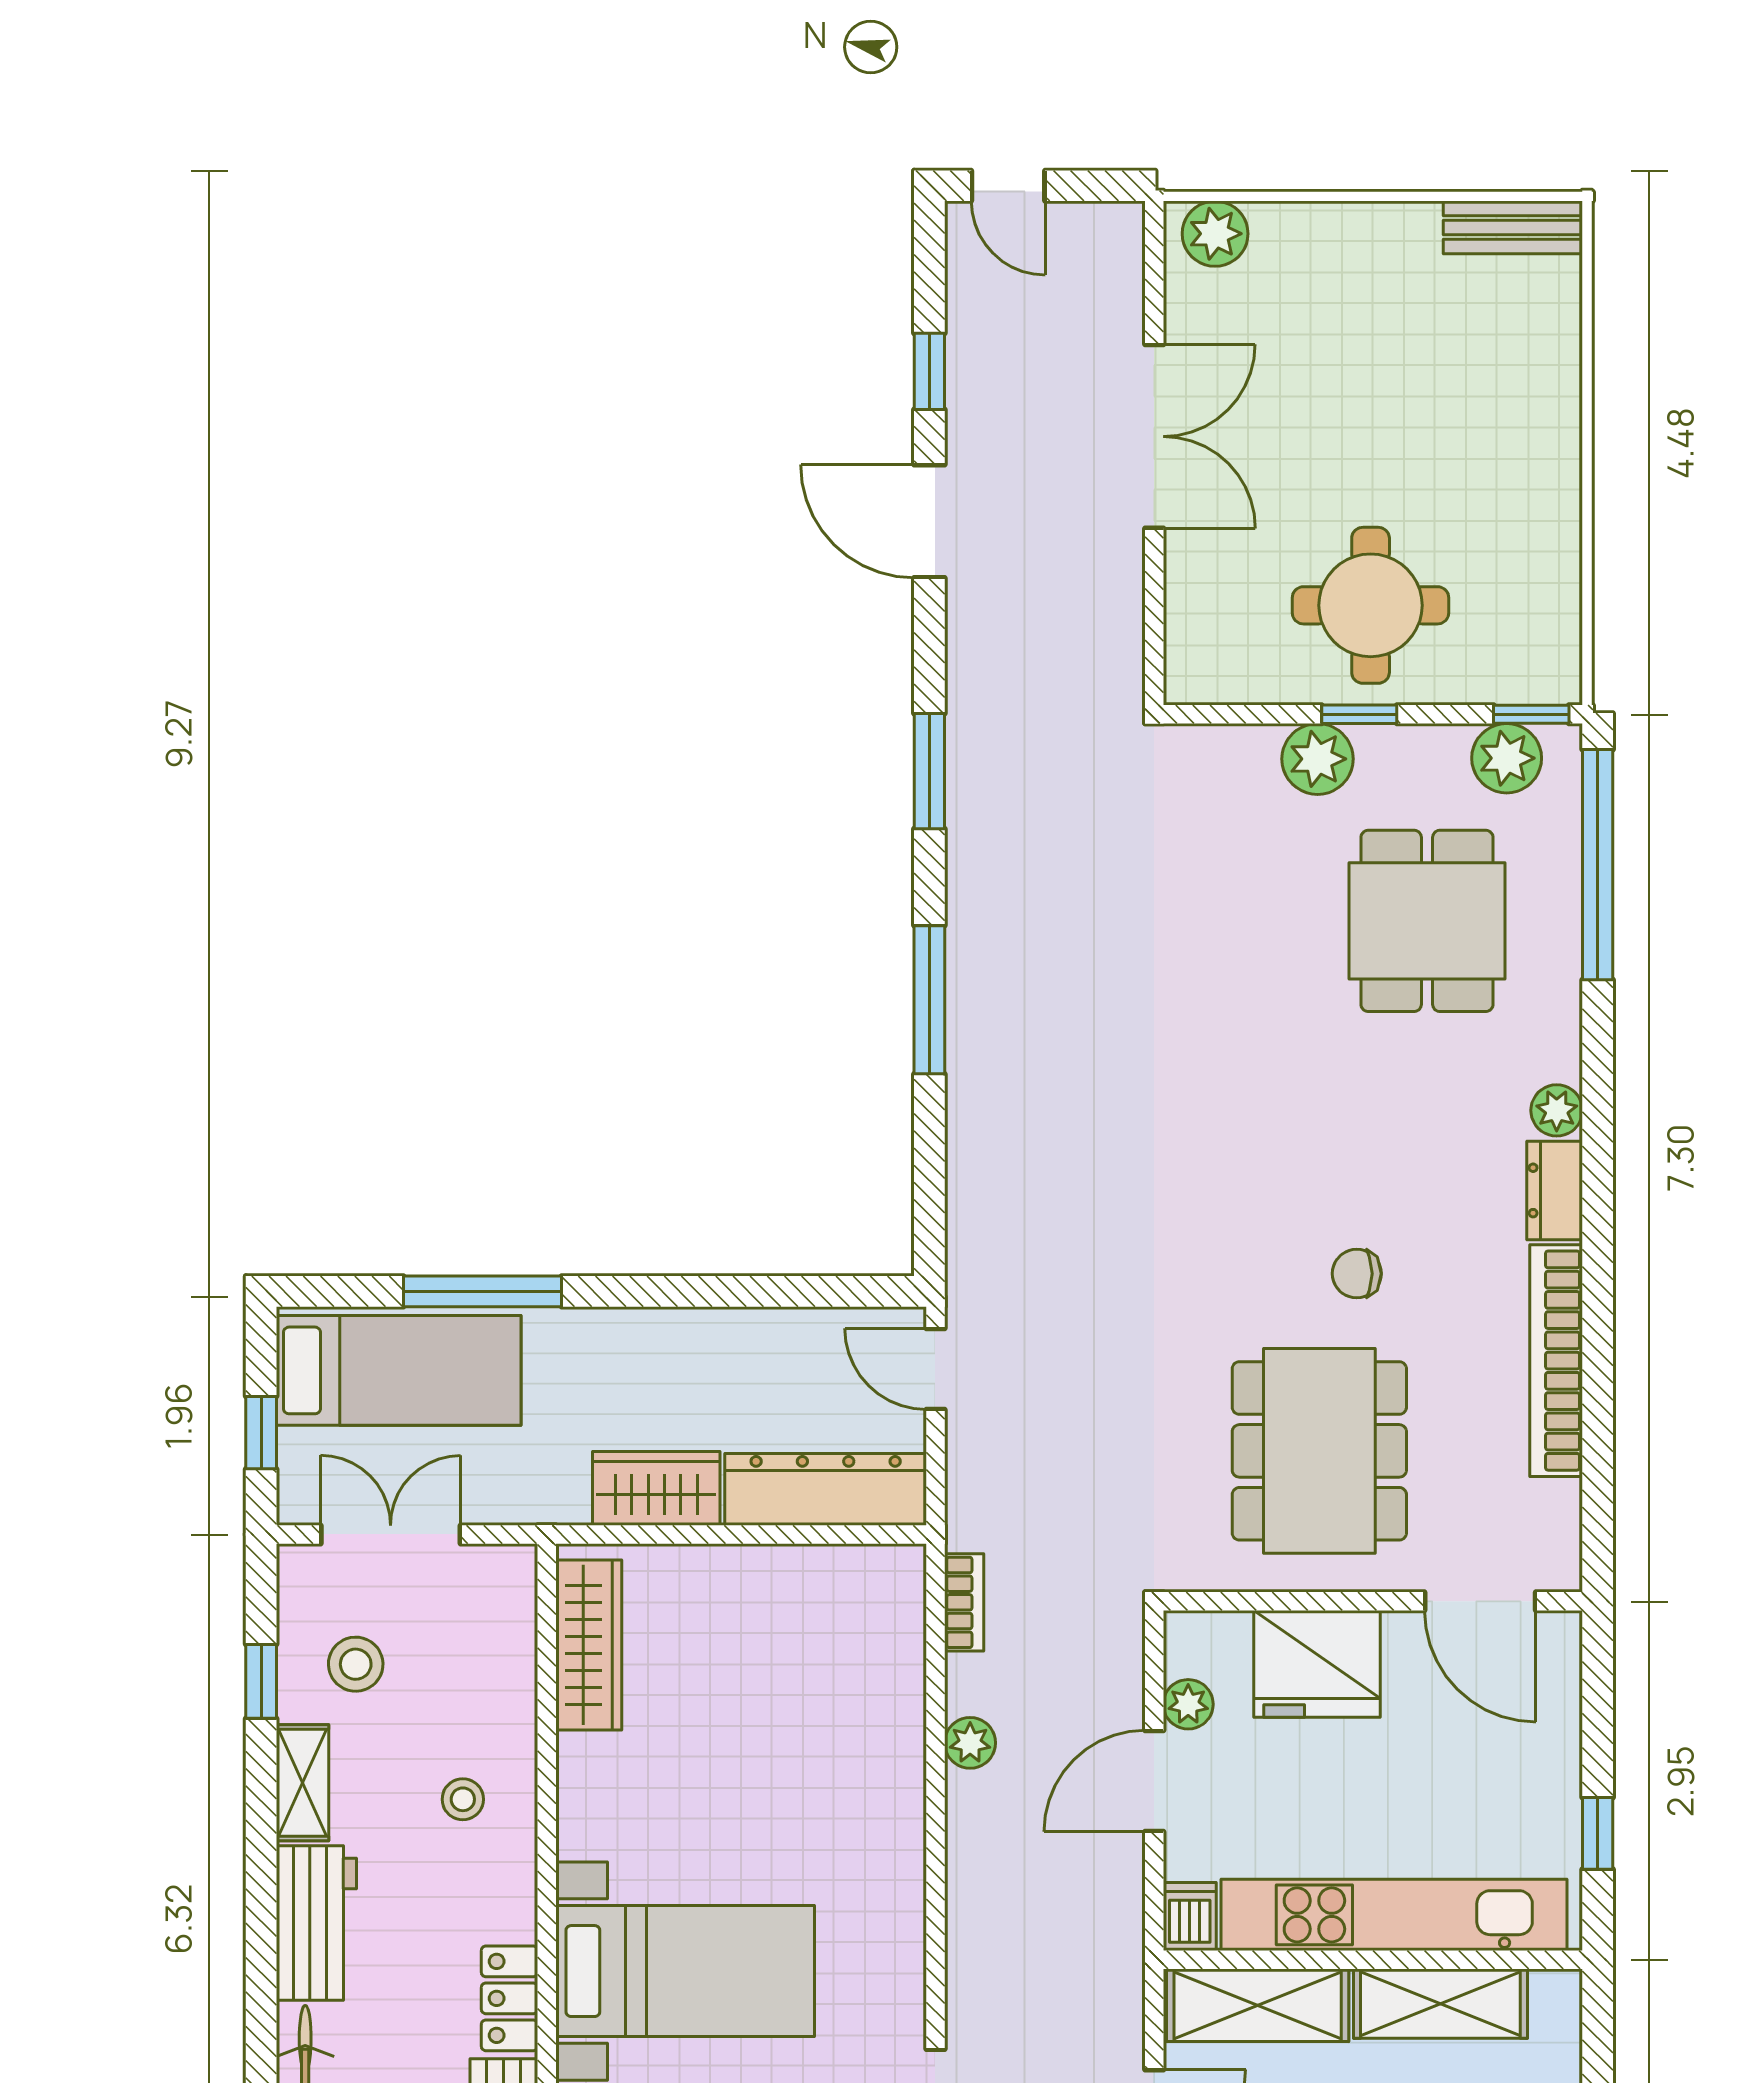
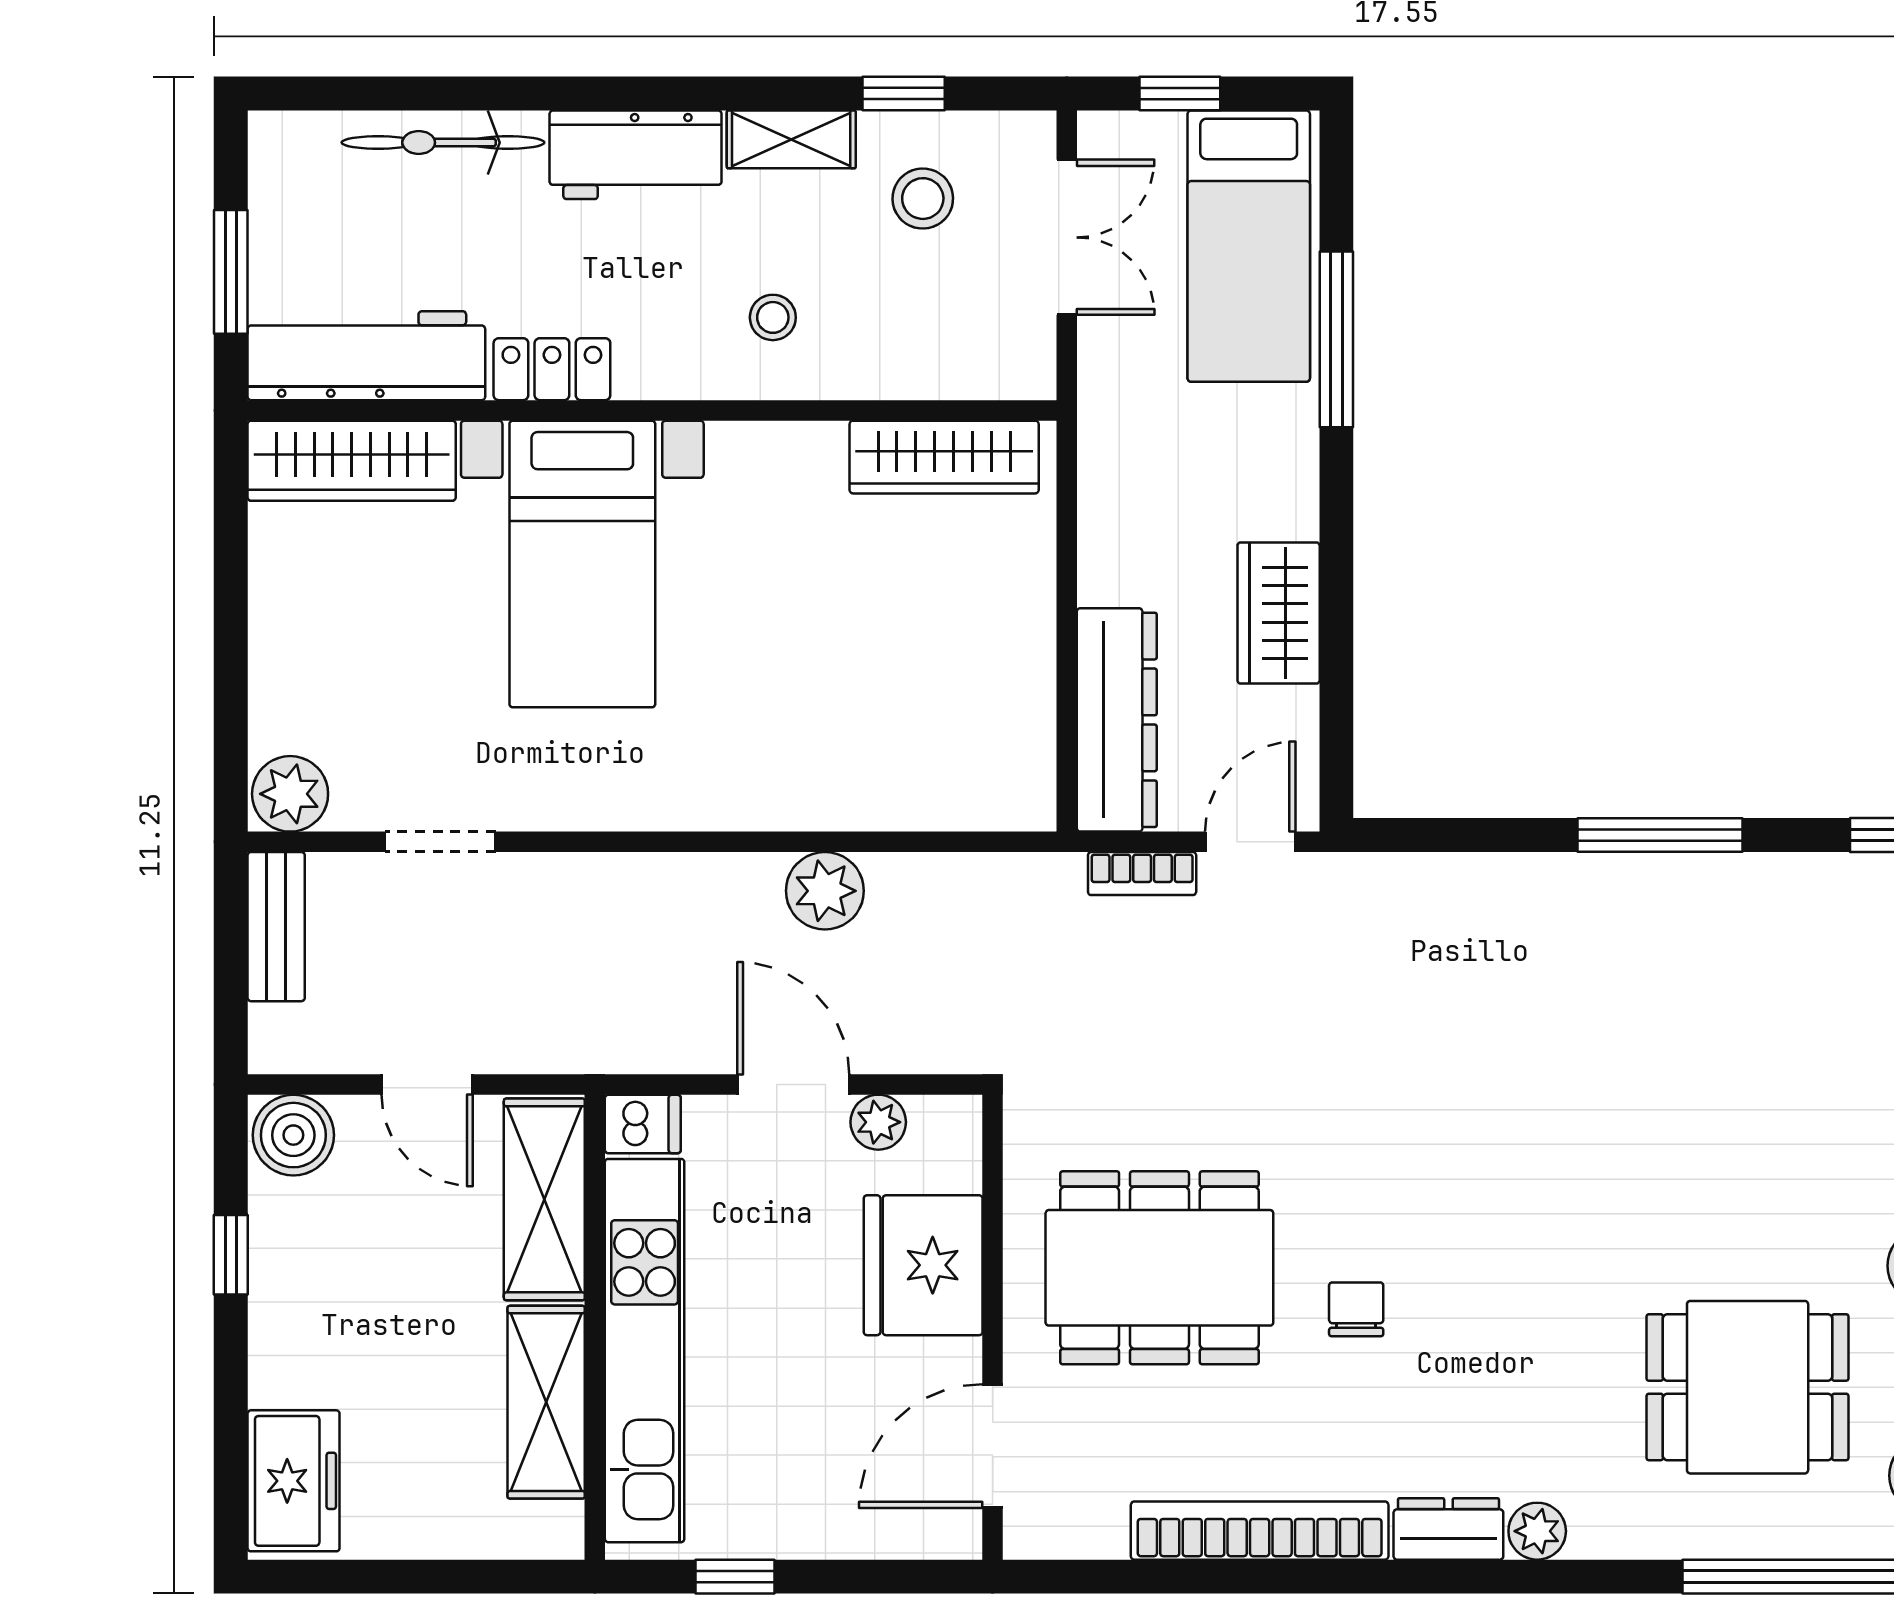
wardrobe: (656, 1488) -> (1279, 613), moved, turned 180
bookcase: (964, 1602) -> (1142, 874), moved
plant: (970, 1743) -> (825, 891), width x1.38, depth x1.38

